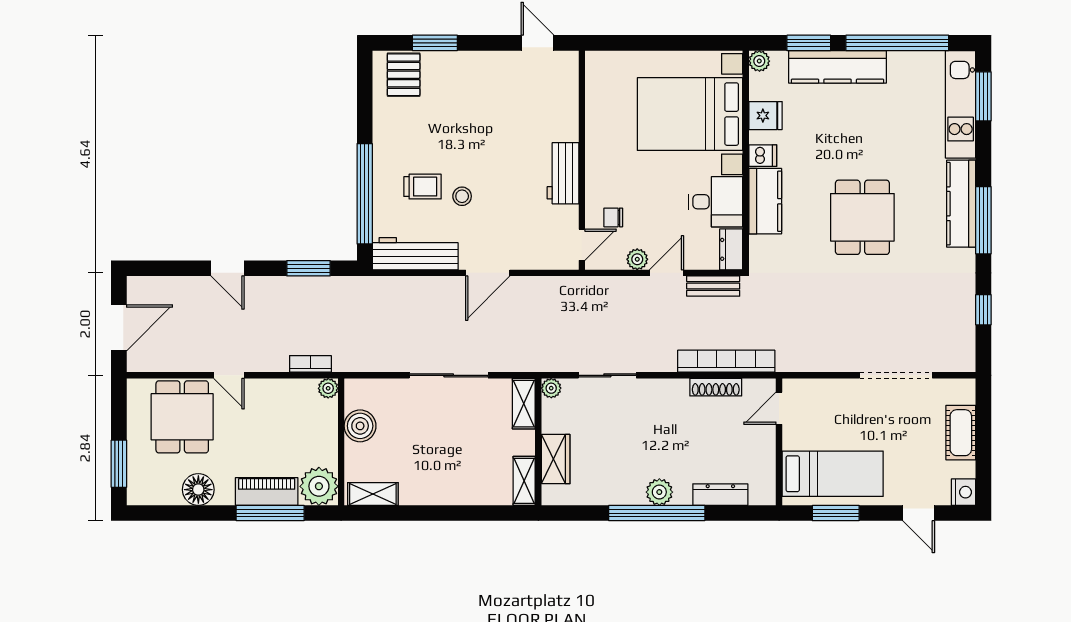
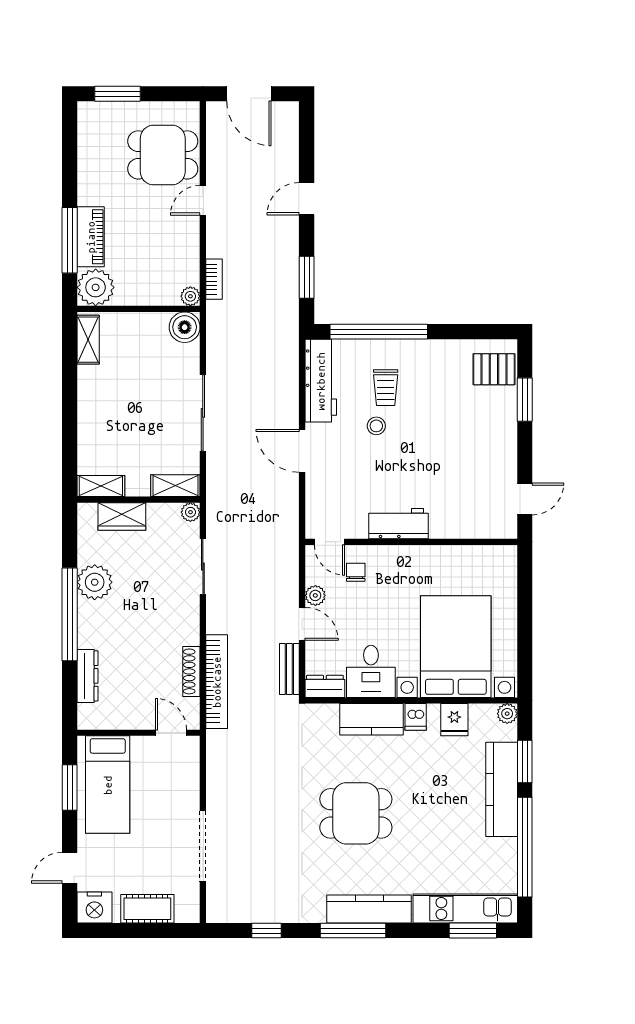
boiler: (360, 426) -> (185, 327), moved
floor lamp: (198, 490) -> (92, 171), removed
plant: (659, 492) -> (95, 582), moved, width x1.36, depth x1.36
nightstand: (964, 492) -> (94, 907), width x1.36, depth x1.33

